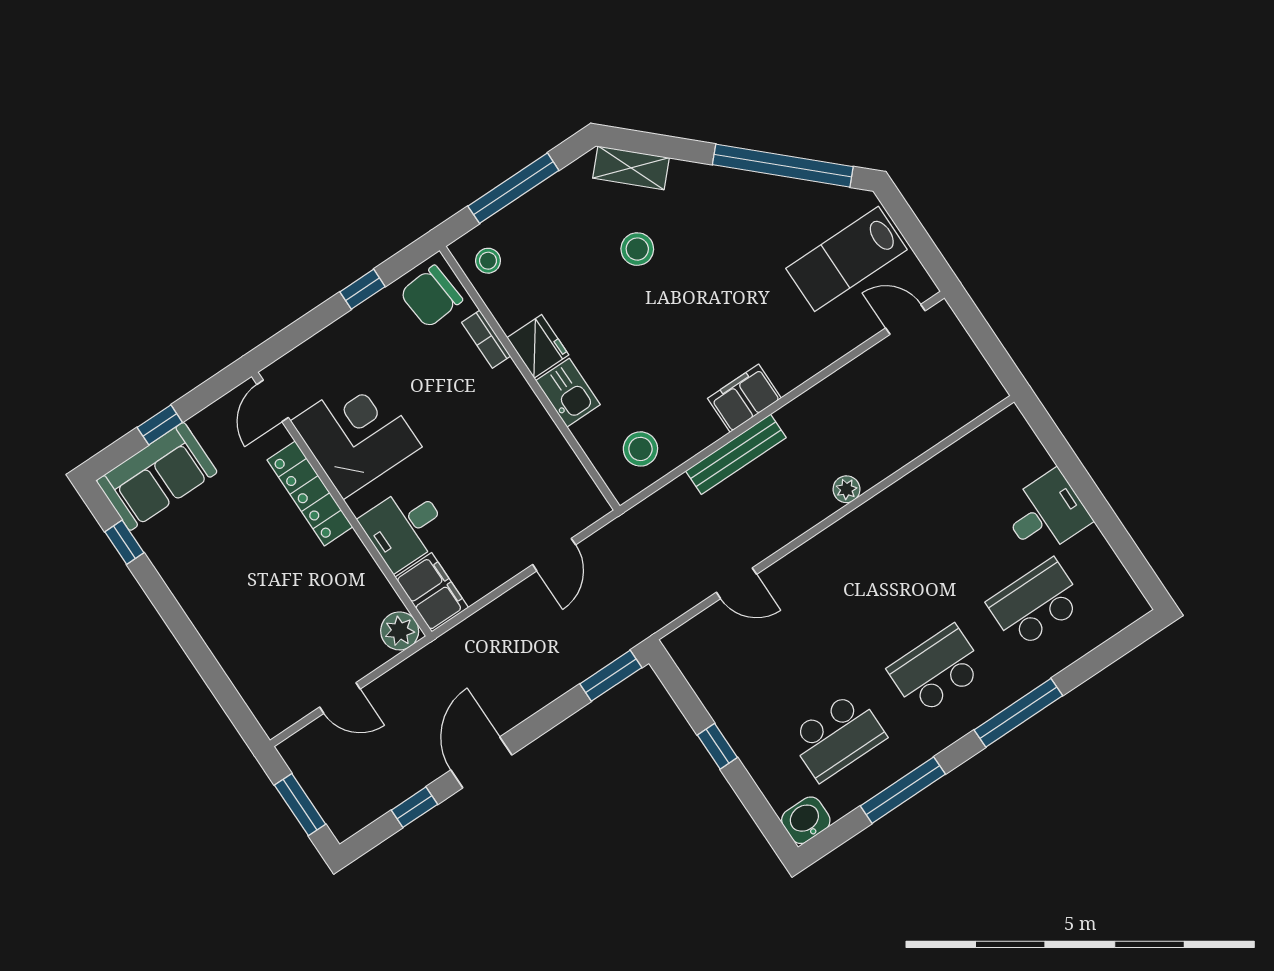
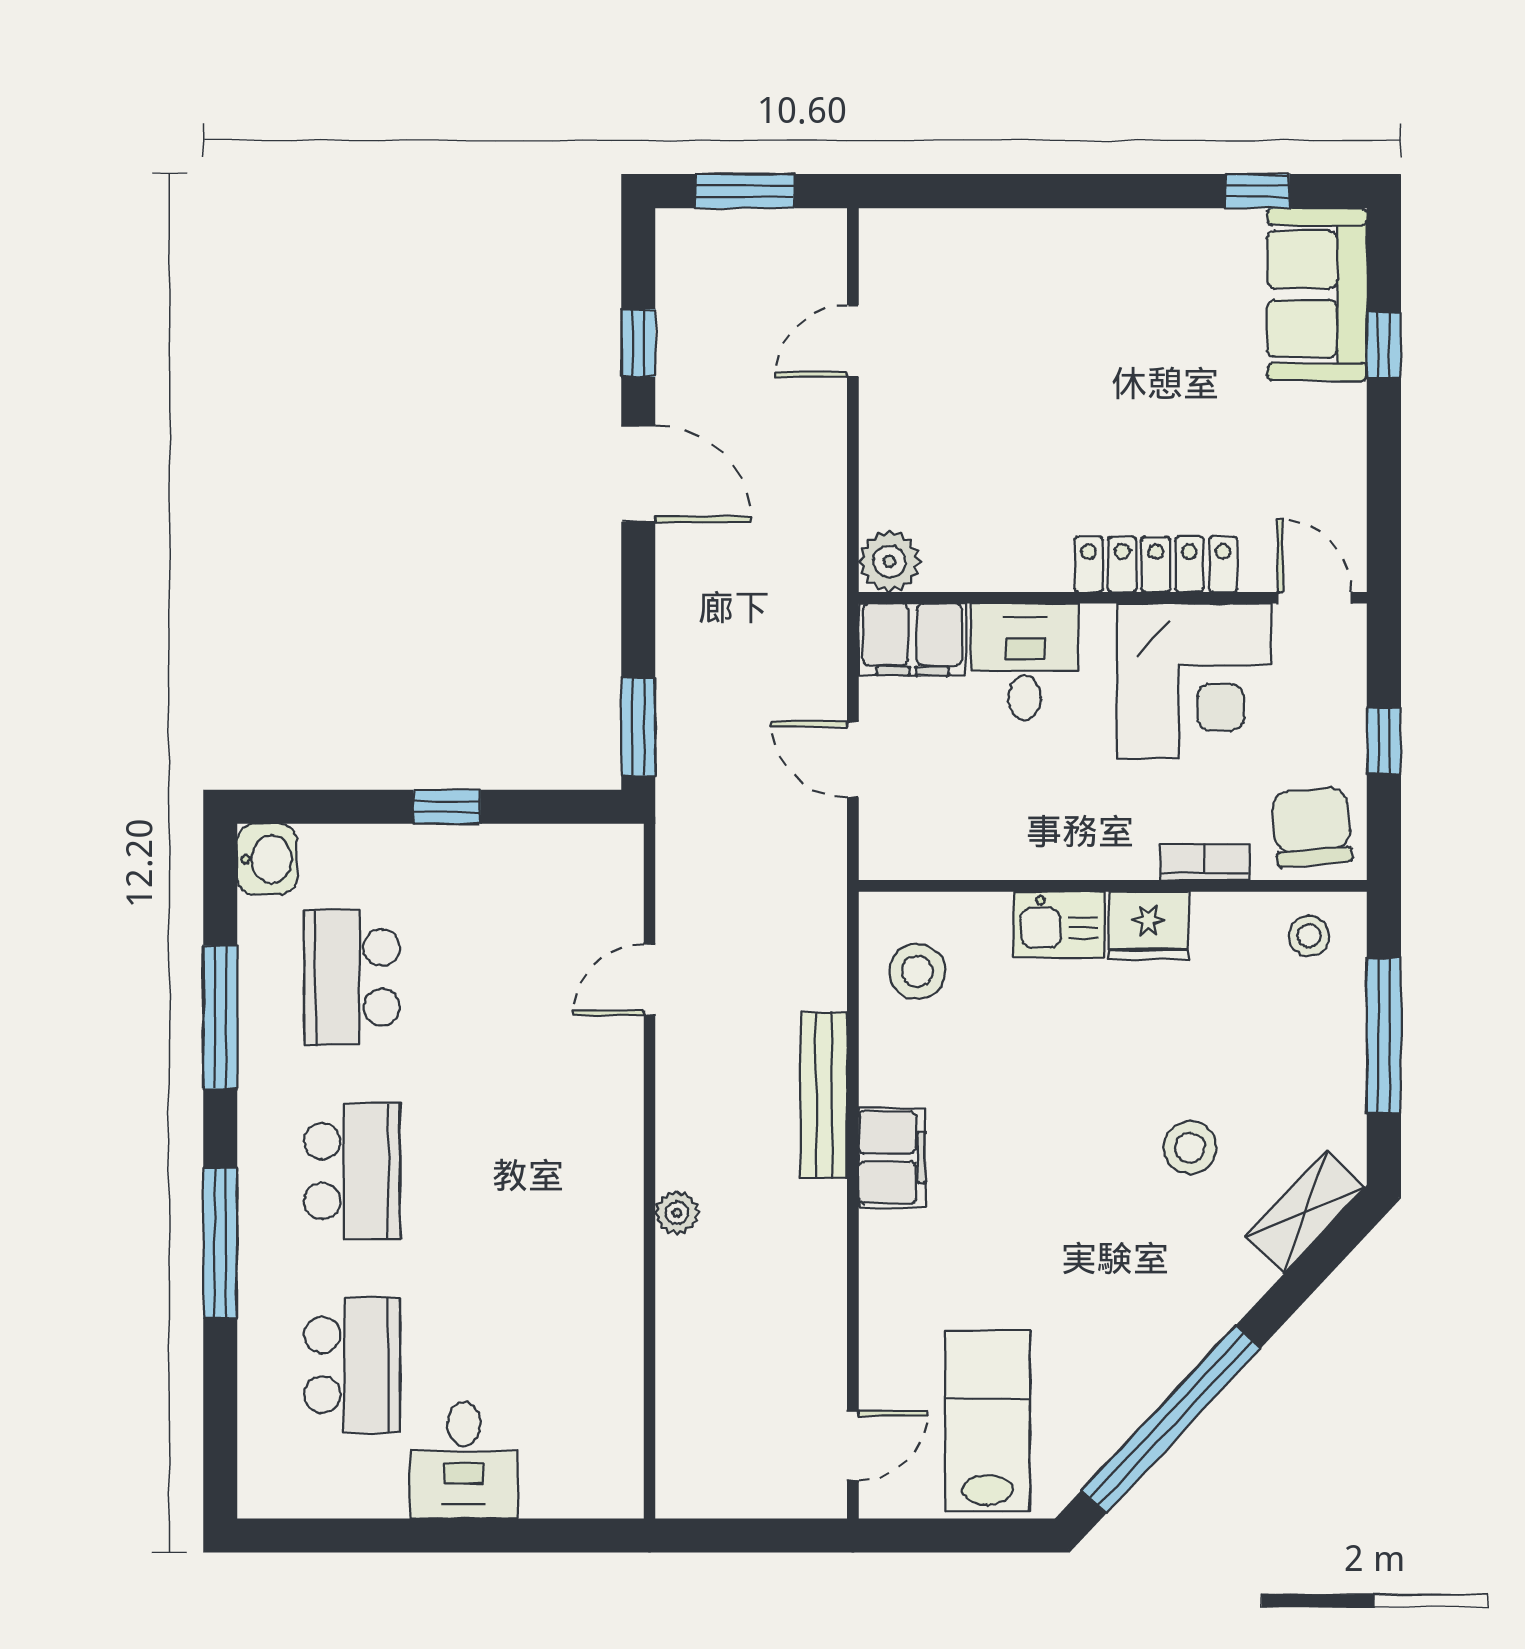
door: (273, 401) -> (1314, 598), moved
corner desk: (356, 434) -> (1194, 681), moved
locker: (310, 493) -> (1156, 564), moved
wall: (342, 504) -> (1113, 598), moved
desk: (405, 527) -> (1025, 662), moved
filing cabinet: (432, 592) -> (912, 639), moved
plant: (400, 631) -> (889, 561), moved

